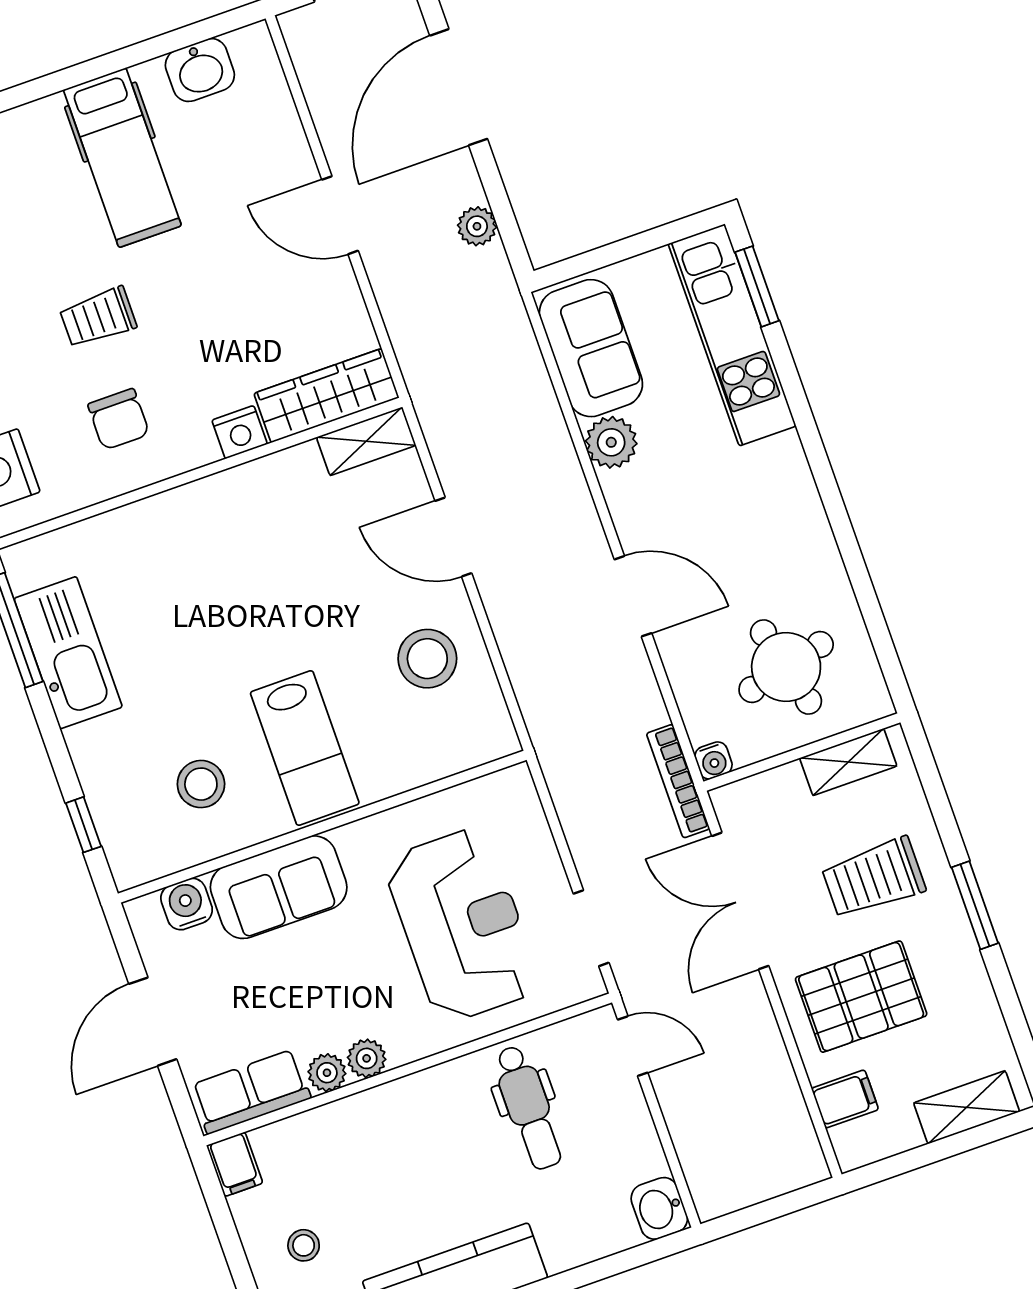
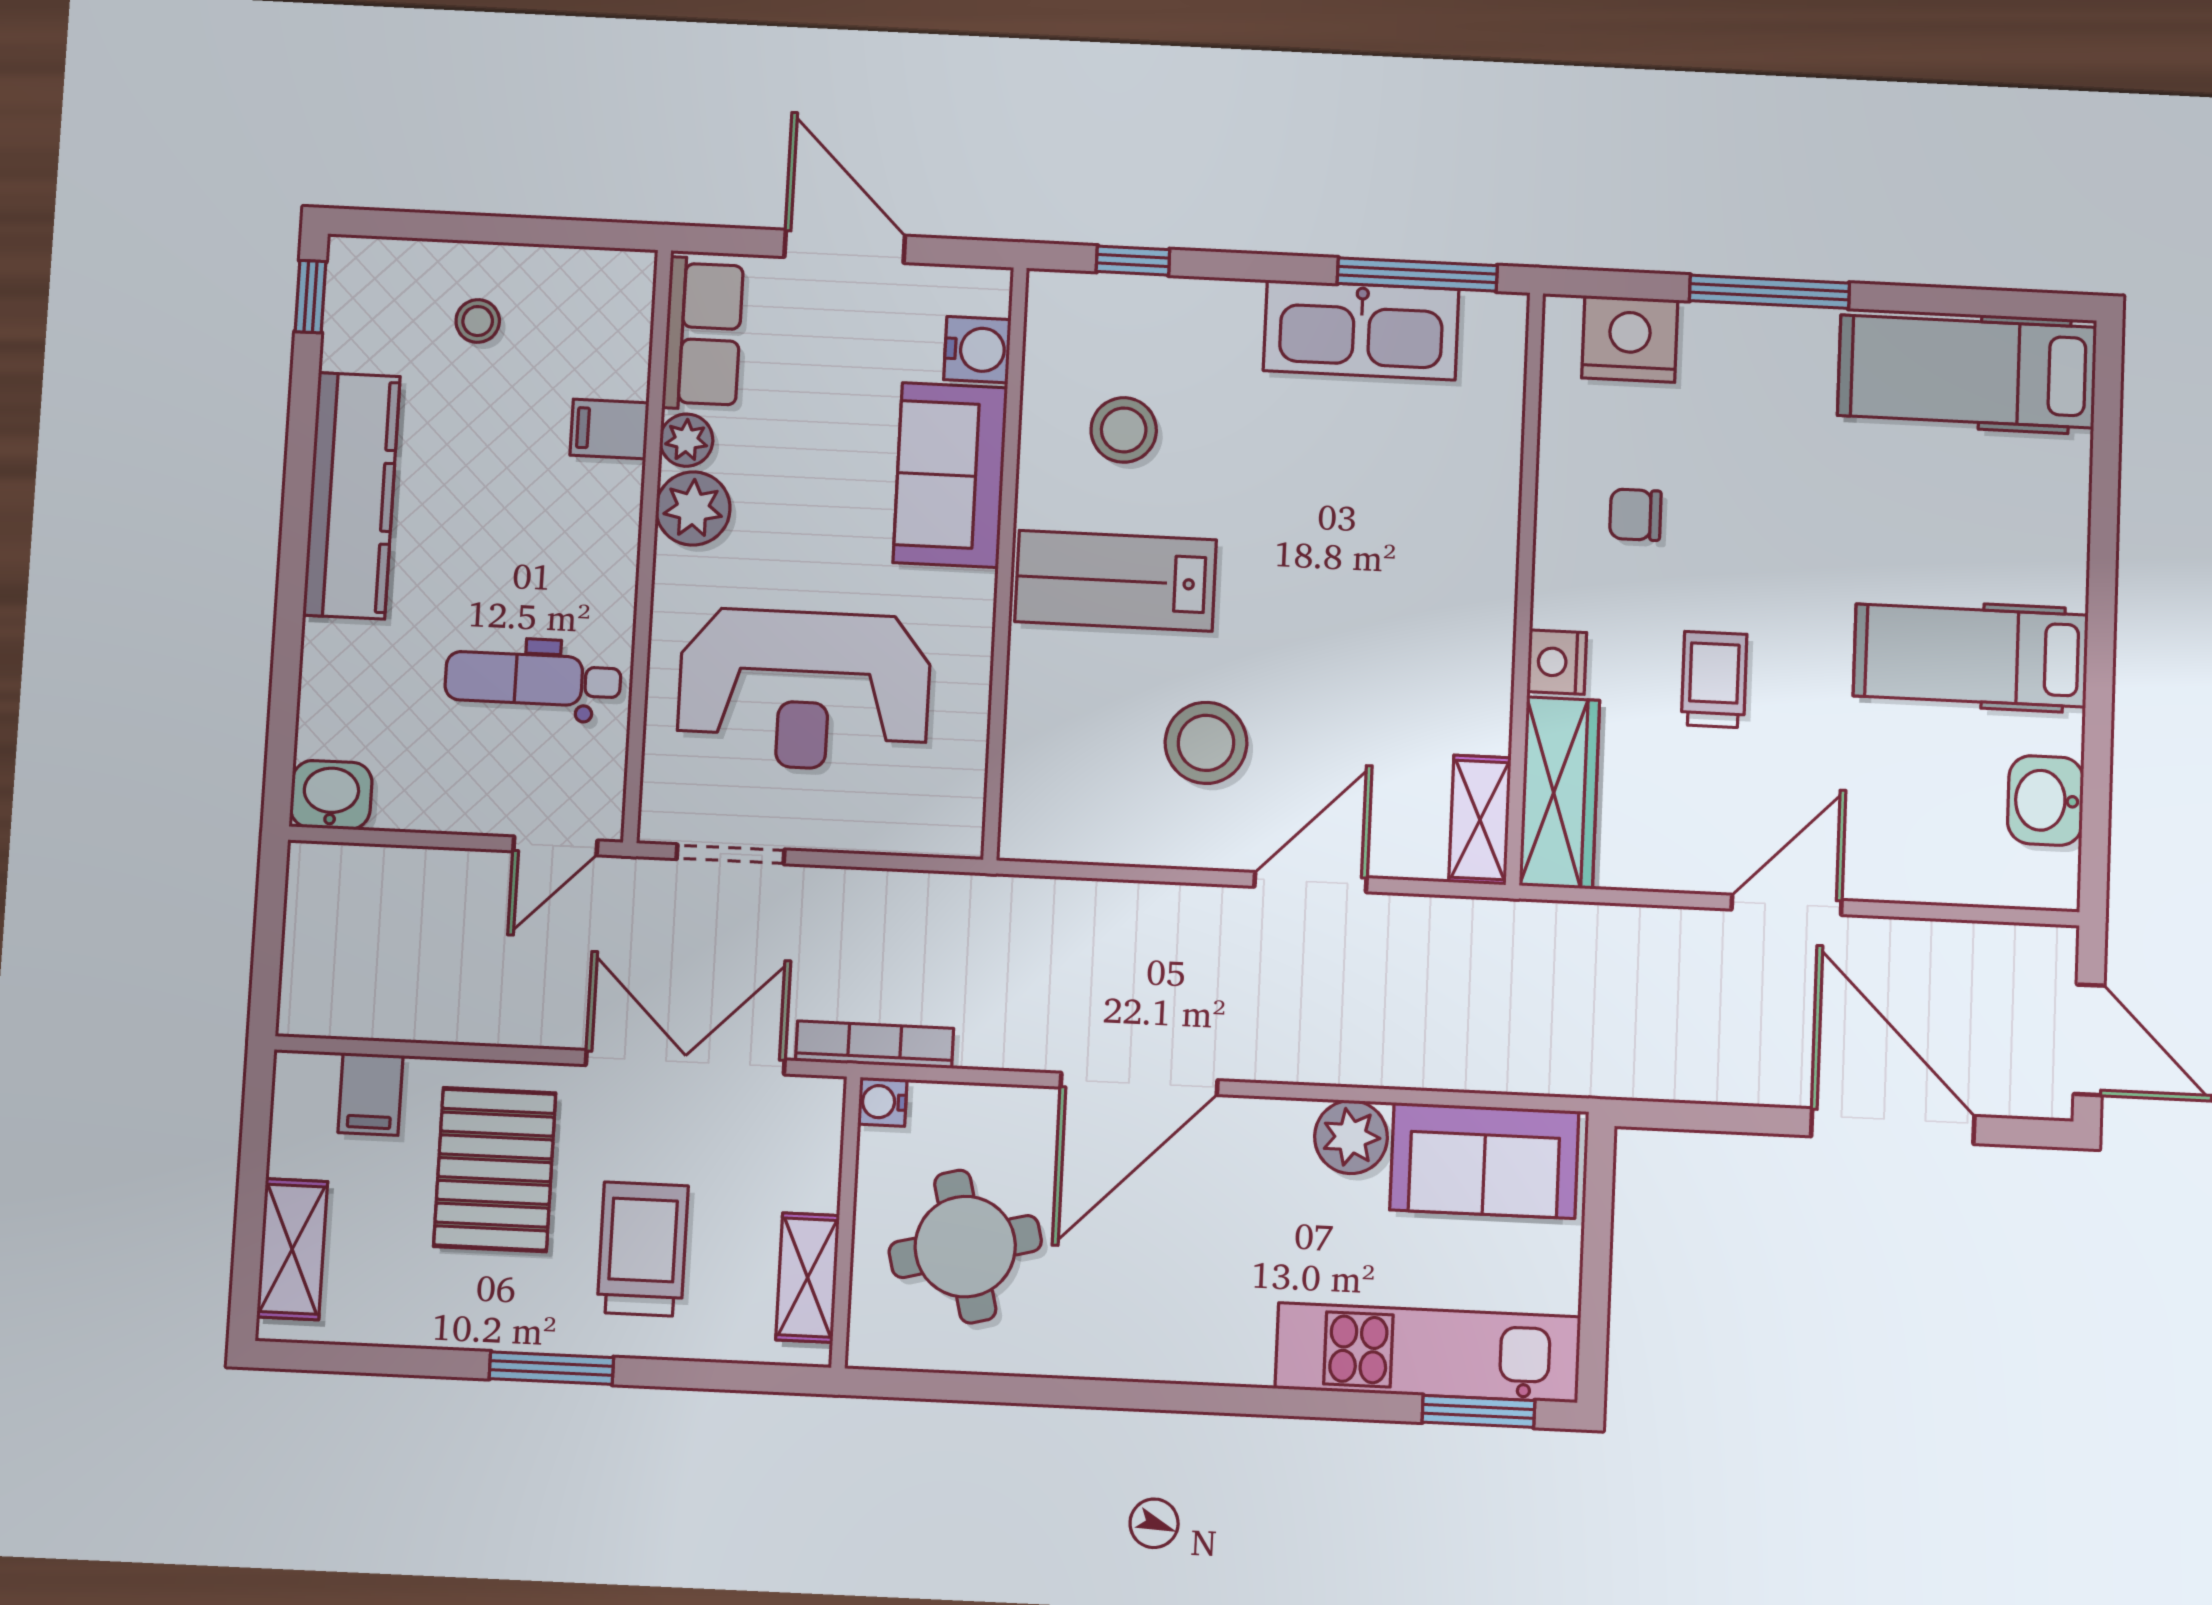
plant: (477, 226) -> (1702, 1076), removed
trolley: (98, 317) -> (1714, 680), moved
chair: (119, 419) -> (1635, 515), width x0.73, depth x0.73
door: (633, 596) -> (1139, 1084), width x1.36
stool: (427, 659) -> (1206, 743), moved
plant: (367, 1058) -> (693, 508), width x1.38, depth x1.38
filing cabinet: (235, 1164) -> (609, 429), moved

